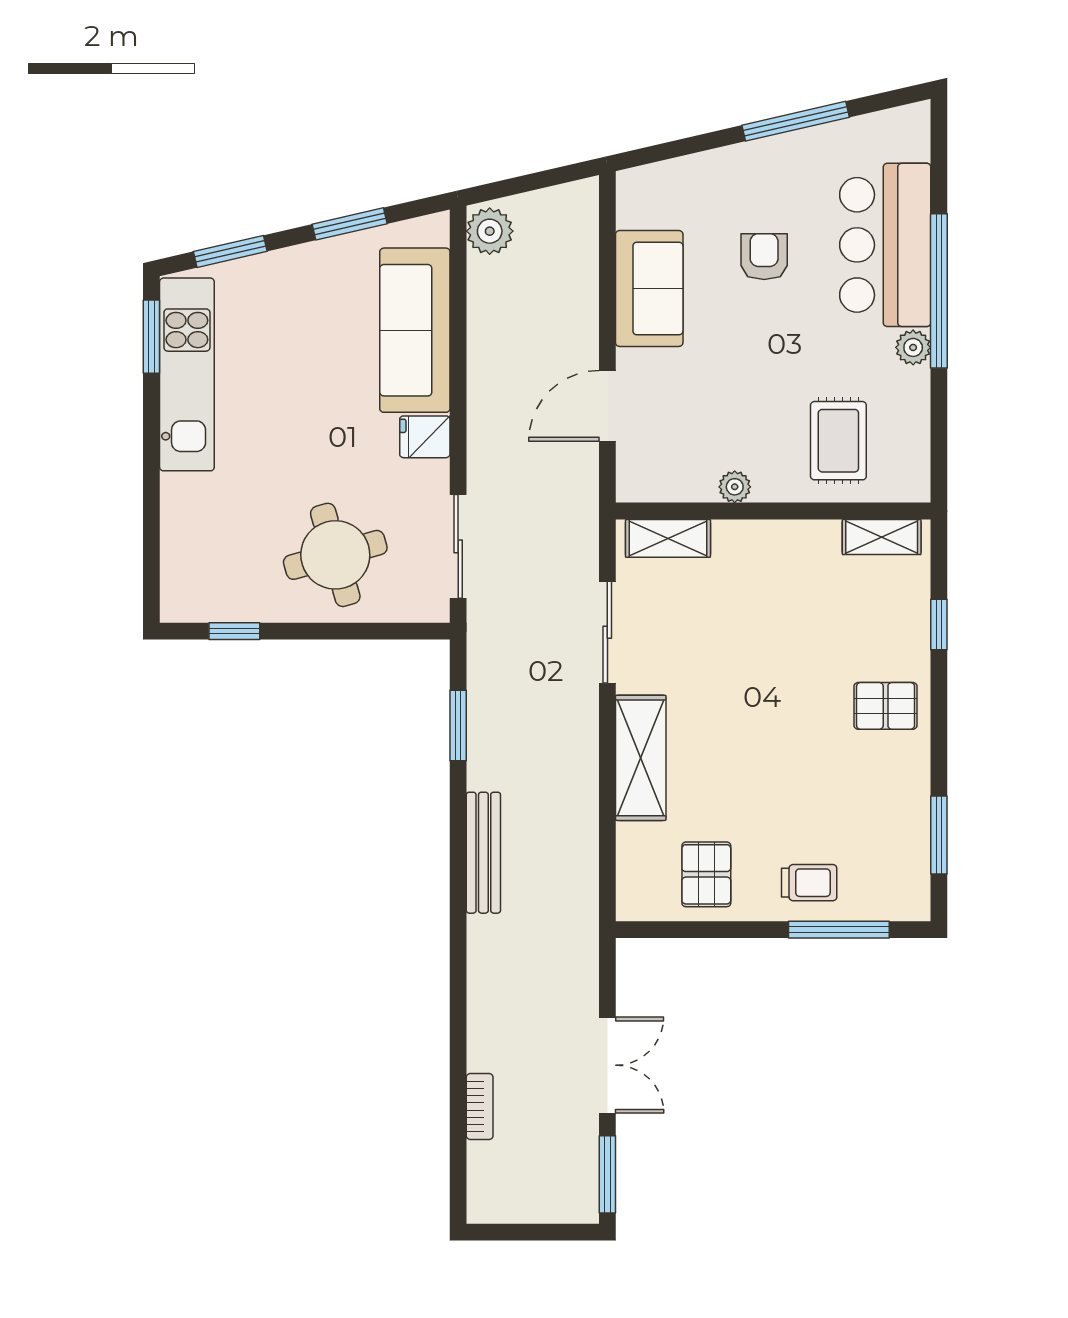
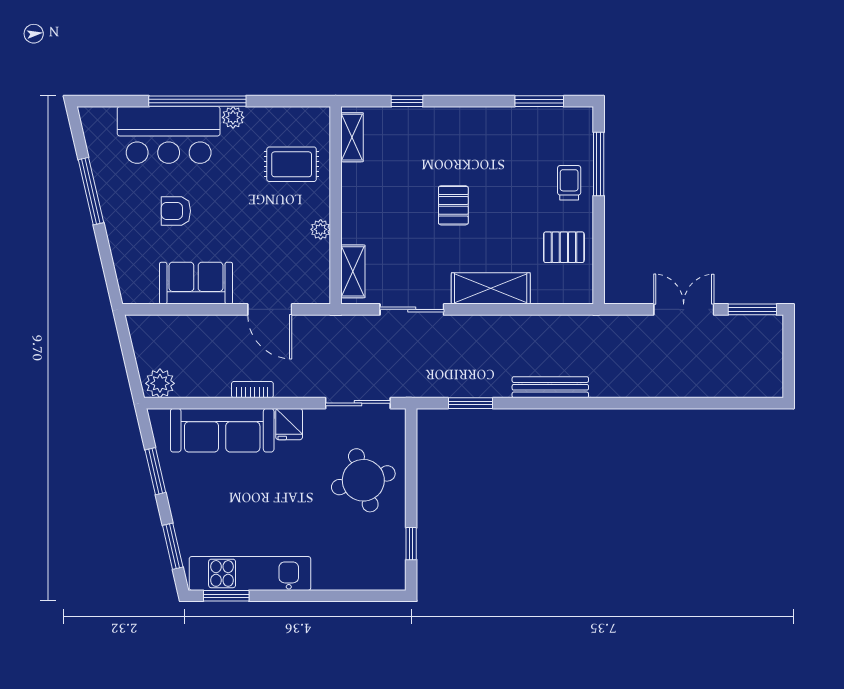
pallet: (886, 706) -> (453, 205), moved
bookcase: (480, 1107) -> (252, 390), moved

